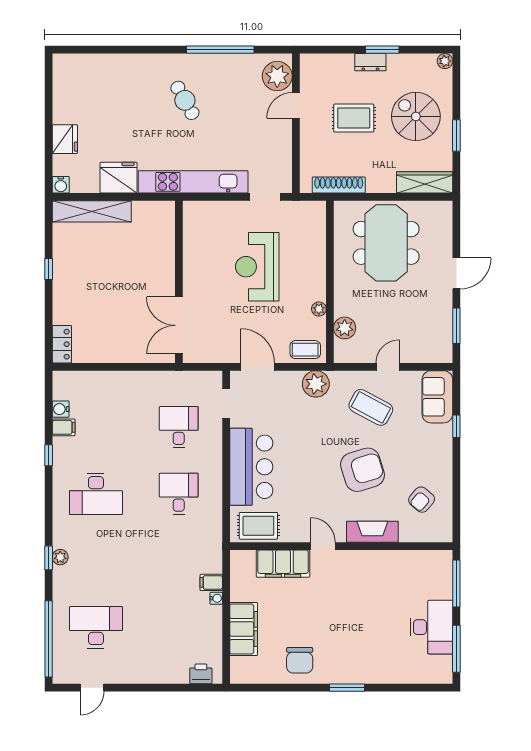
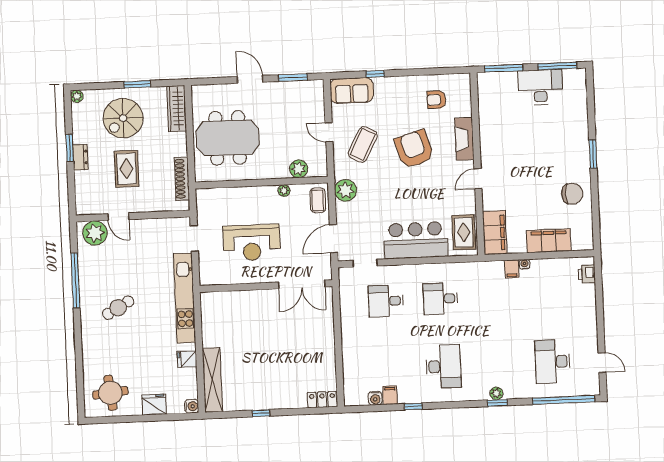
round table: (81, 86) -> (110, 393), added
fridge: (119, 178) -> (187, 359), width x0.53, depth x0.75
wall: (179, 282) -> (266, 286), moved
double door: (179, 325) -> (302, 284), moved
armchair: (422, 500) -> (436, 100), turned 139
filing cabinet: (283, 564) -> (495, 233), moved

